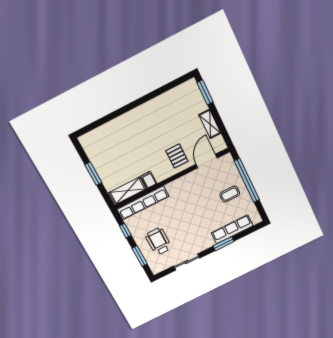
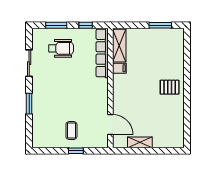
window: (205, 92) -> (168, 151), removed
pallet: (177, 156) -> (170, 87), moved
window: (93, 174) -> (160, 25), moved
window: (247, 180) -> (76, 151), width x0.32
row of seats: (232, 229) -> (38, 118), removed

